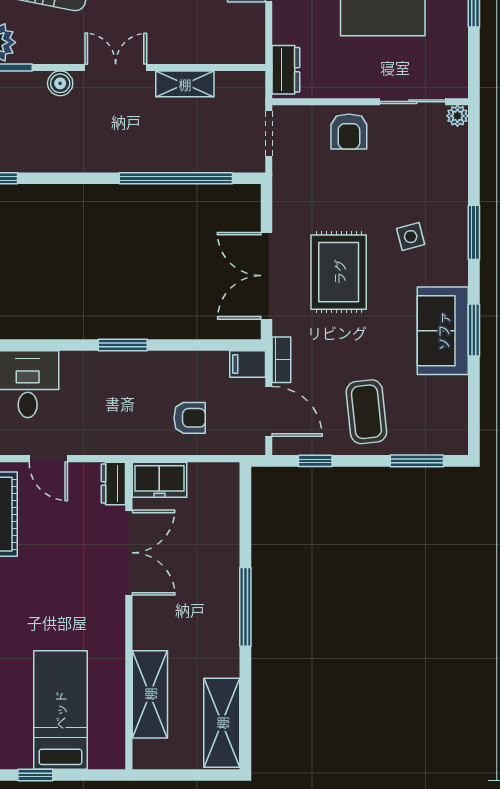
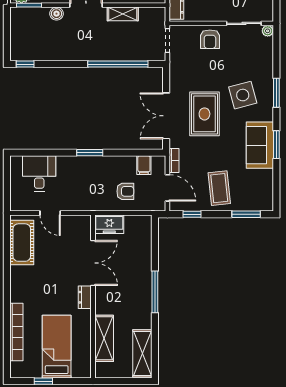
side table: (411, 237) -> (243, 95), width x1.87, depth x1.87
filing cabinet: (248, 364) -> (144, 165), moved, turned -90
dresser: (113, 483) -> (85, 297), moved

